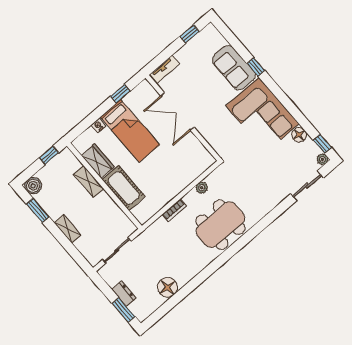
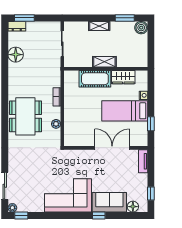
floor lamp: (299, 135) -> (133, 207), moved
window: (49, 155) -> (151, 52), removed
shelving: (89, 181) -> (104, 62), moved
dresser: (124, 294) -> (17, 26), moved

